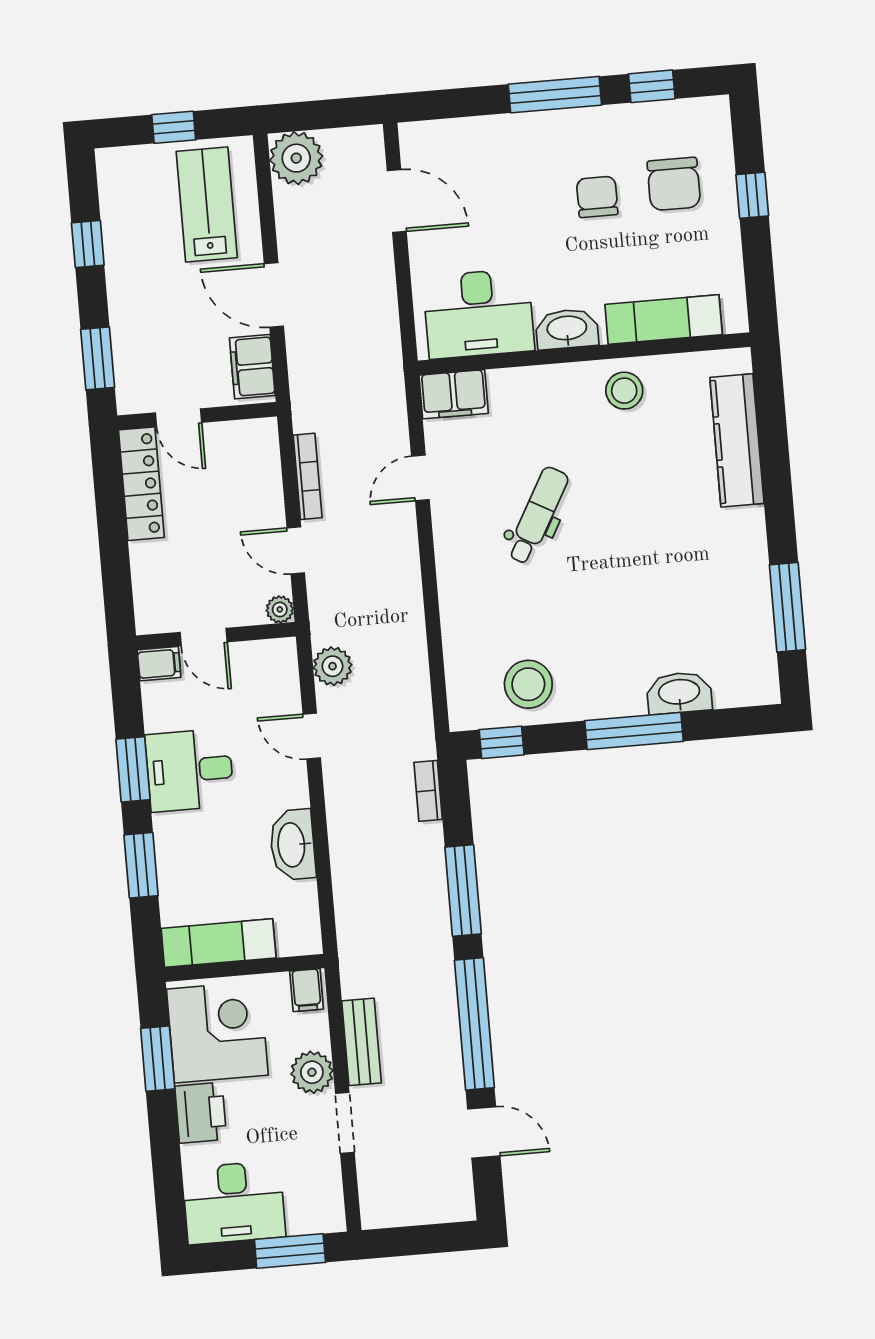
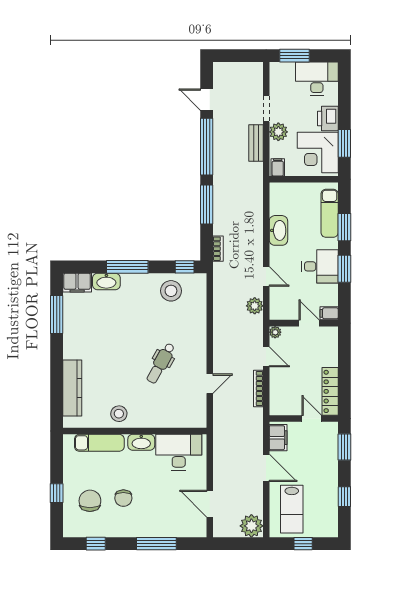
window: (555, 95) -> (156, 544), moved
filing cabinet: (454, 394) -> (77, 283), moved, turned 180
exam couch: (219, 943) -> (330, 213), moved, turned 90

